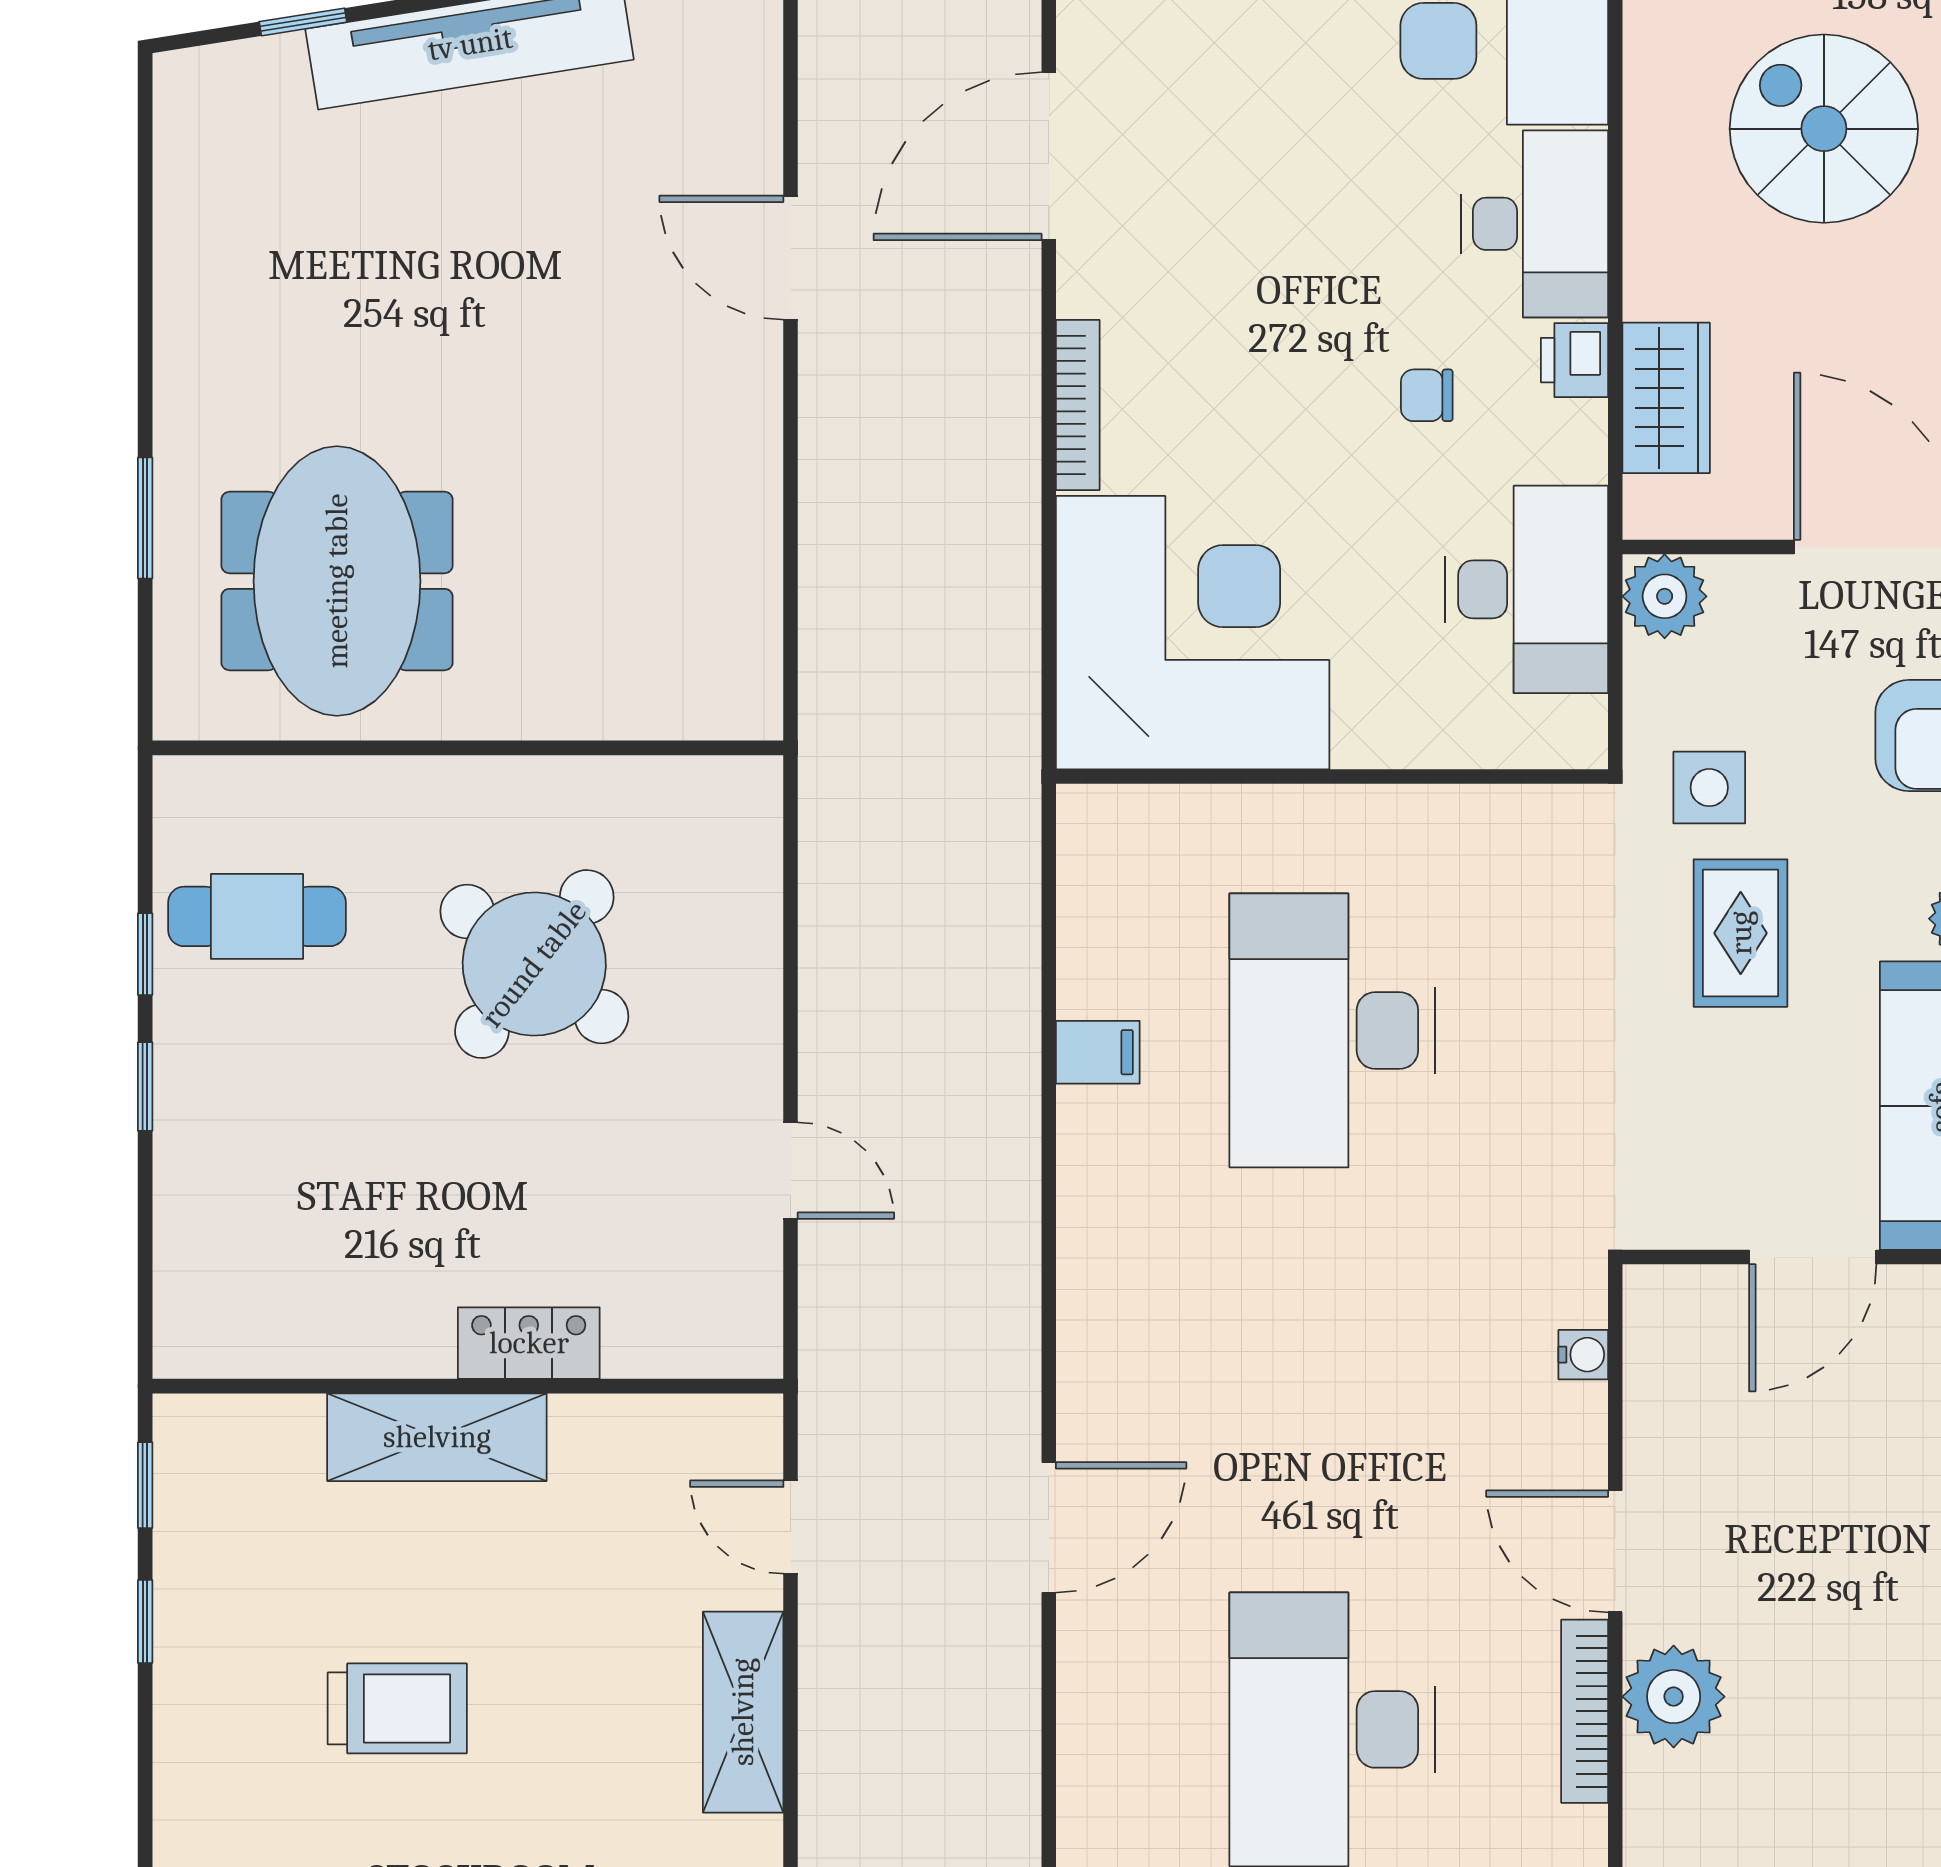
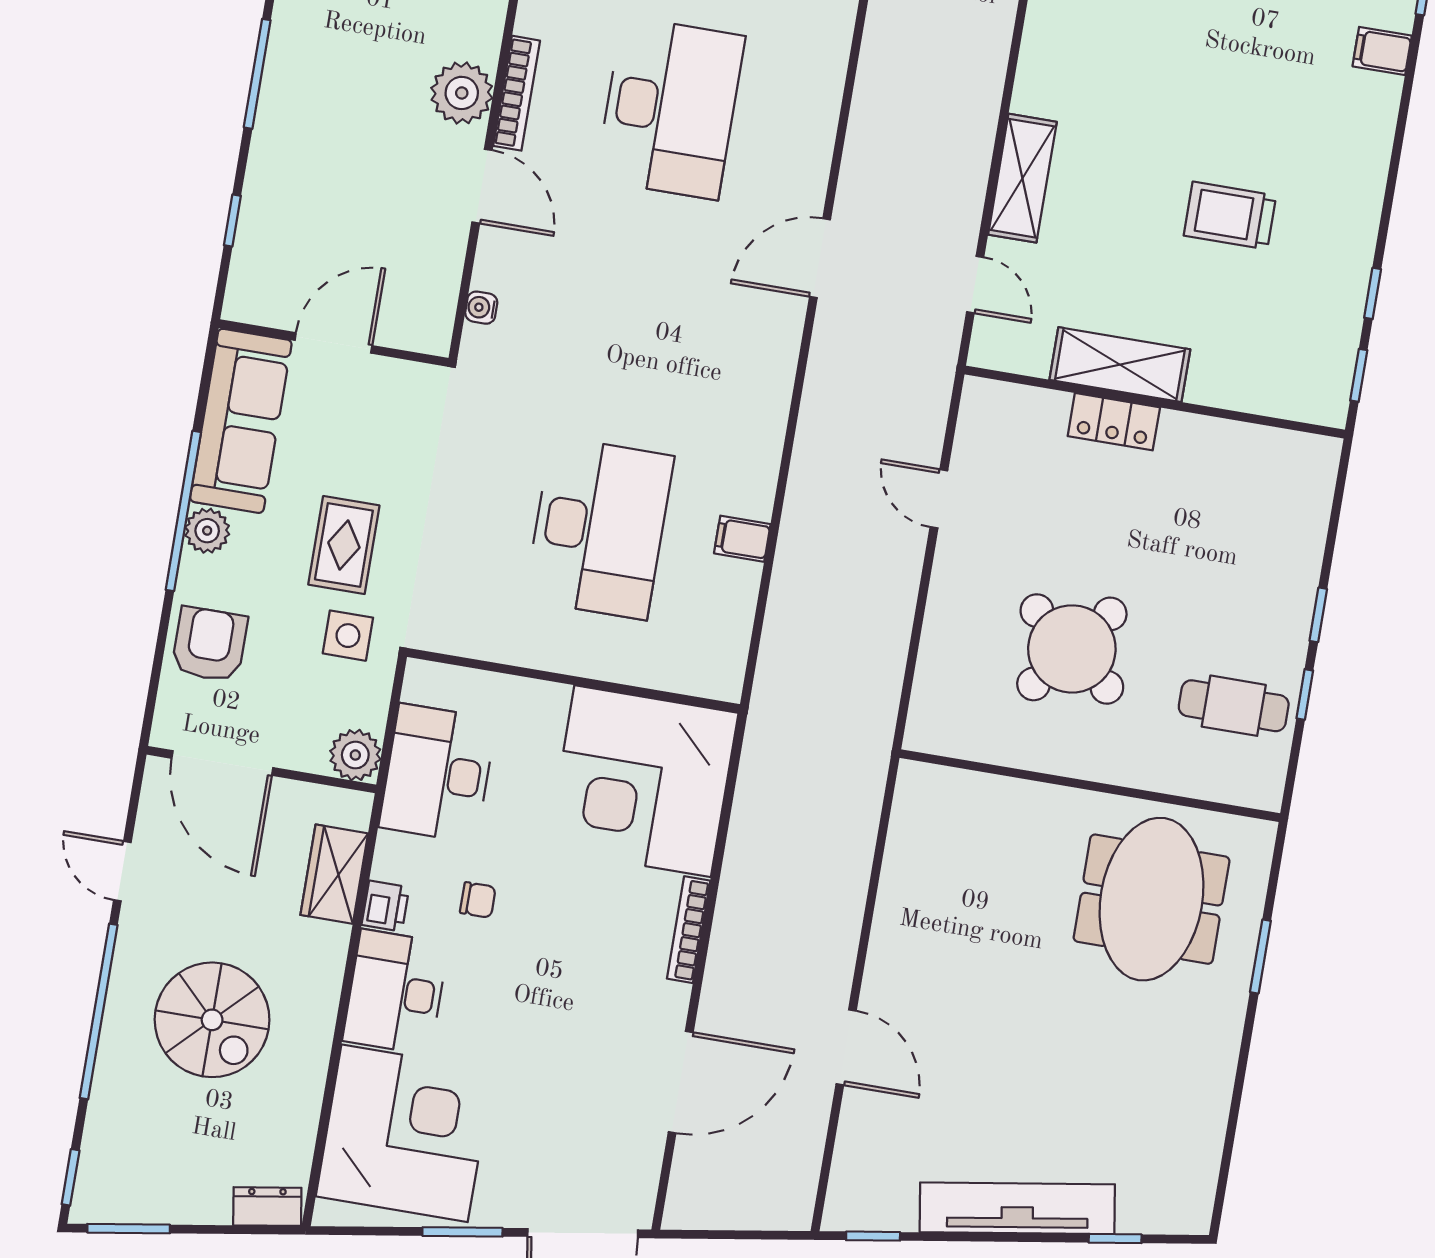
shelving: (437, 1437) -> (1120, 365), moved

